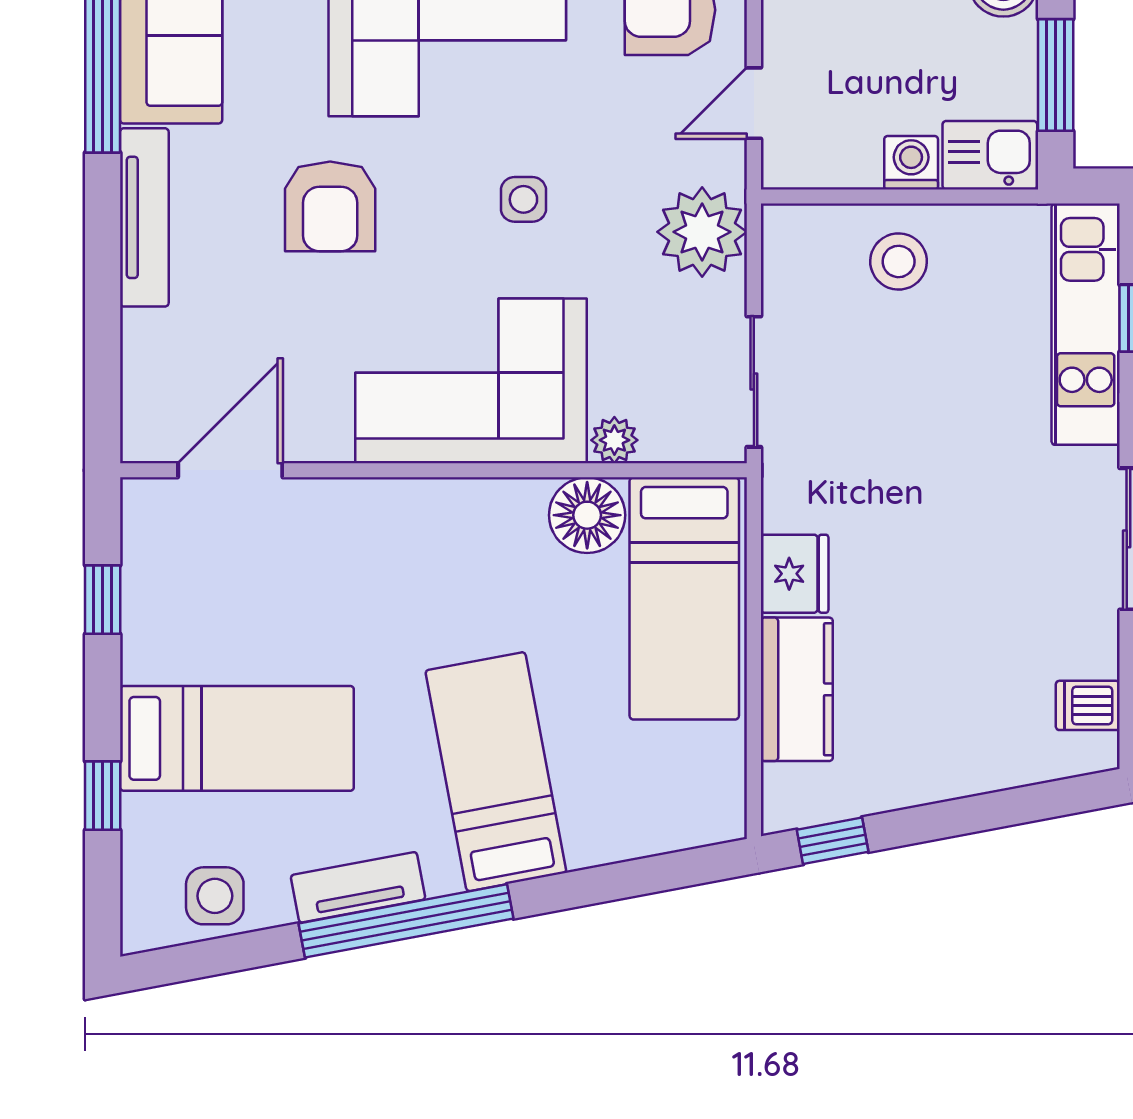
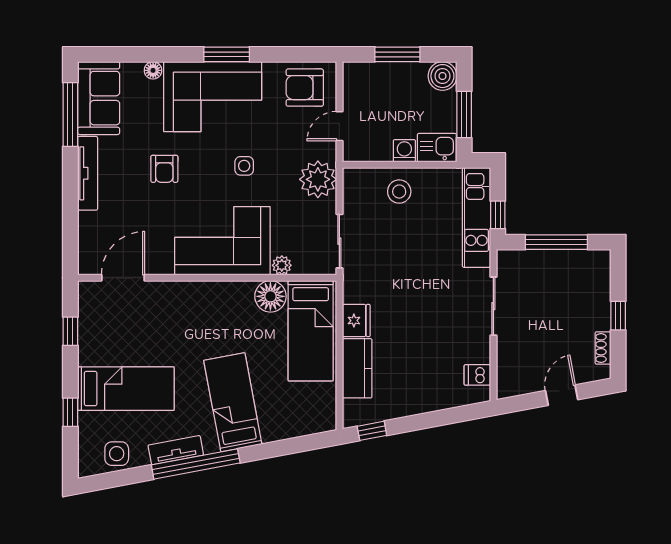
armchair: (330, 206) -> (164, 169), width x0.72, depth x0.72

